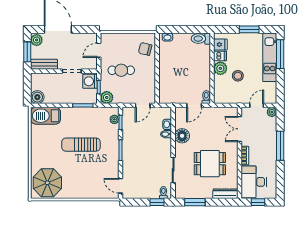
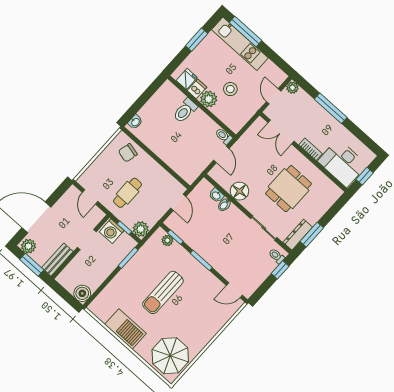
toilet: (201, 39) -> (185, 111), moved
barbecue: (46, 116) -> (125, 329), moved, turned -90
dresser: (225, 194) -> (298, 235), moved

